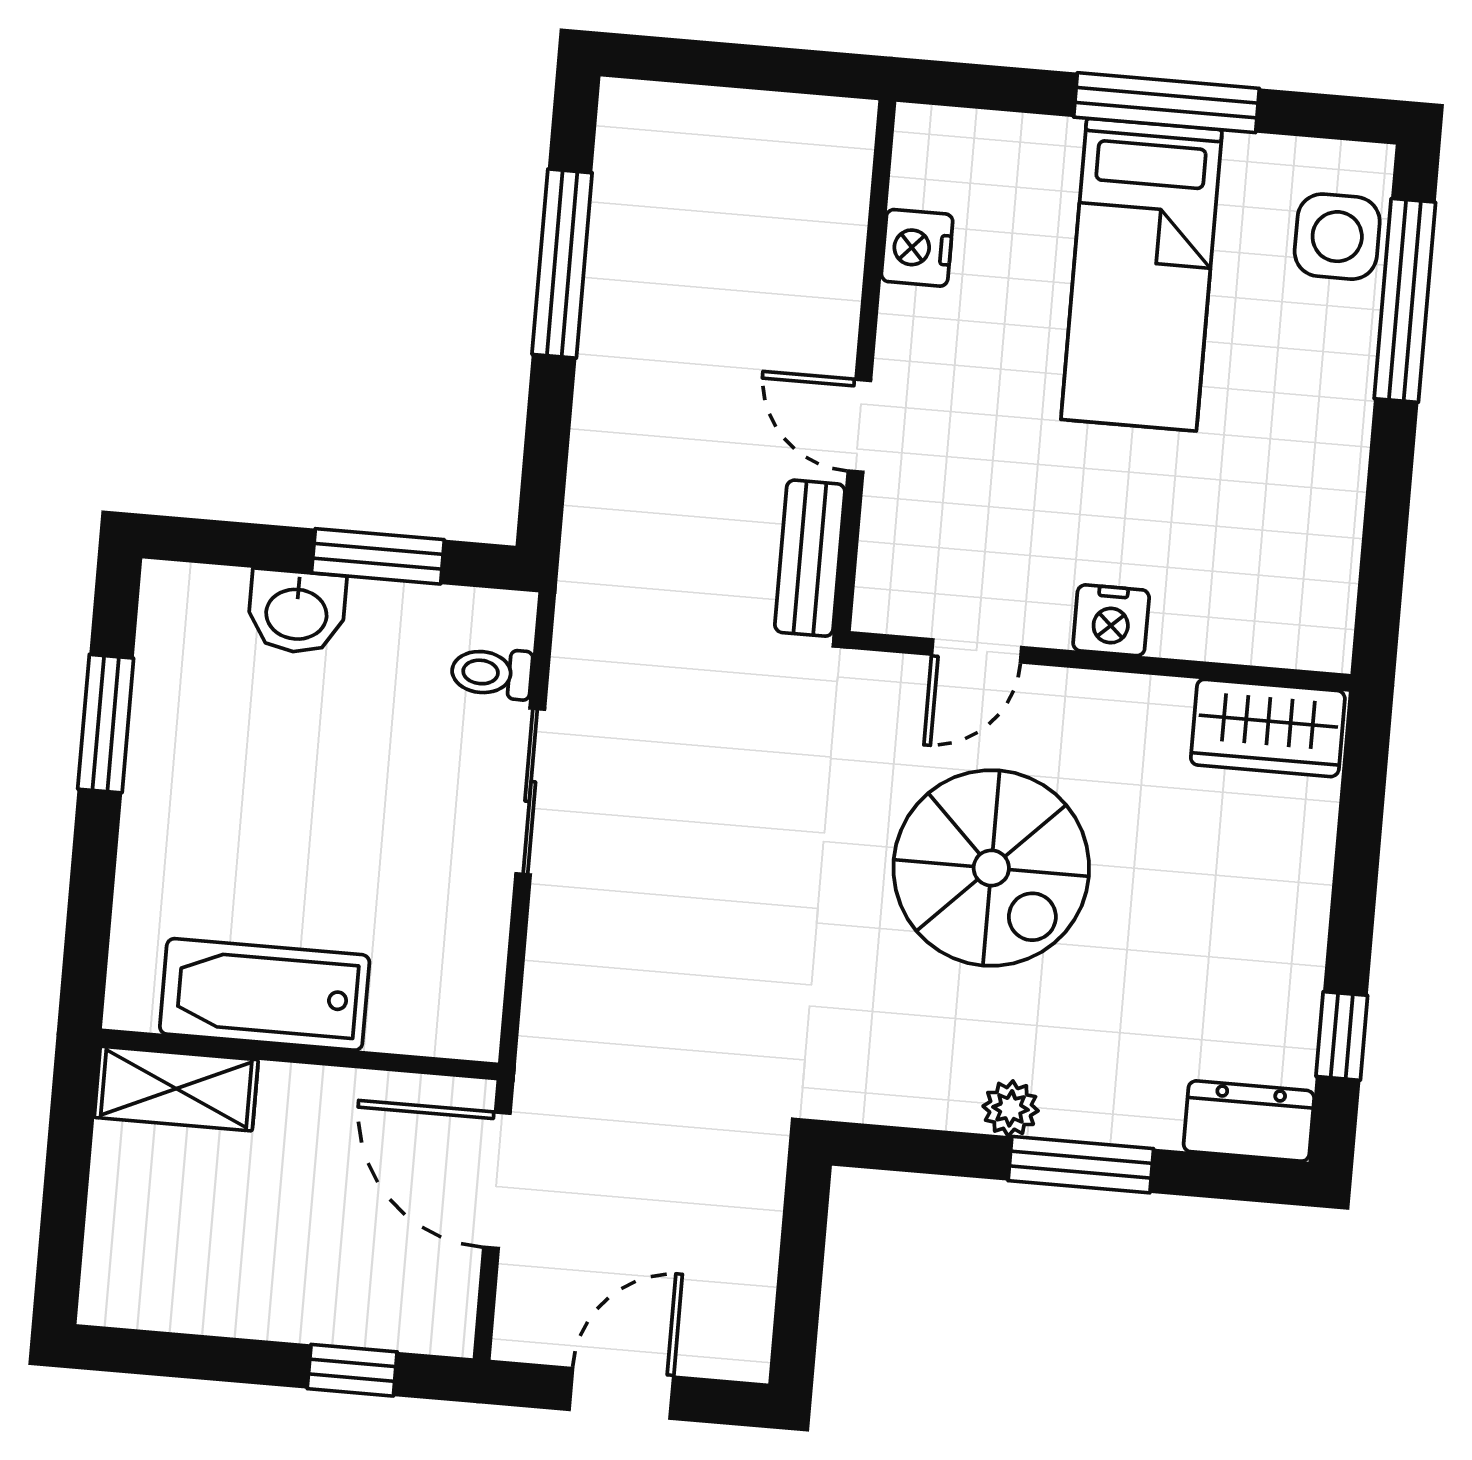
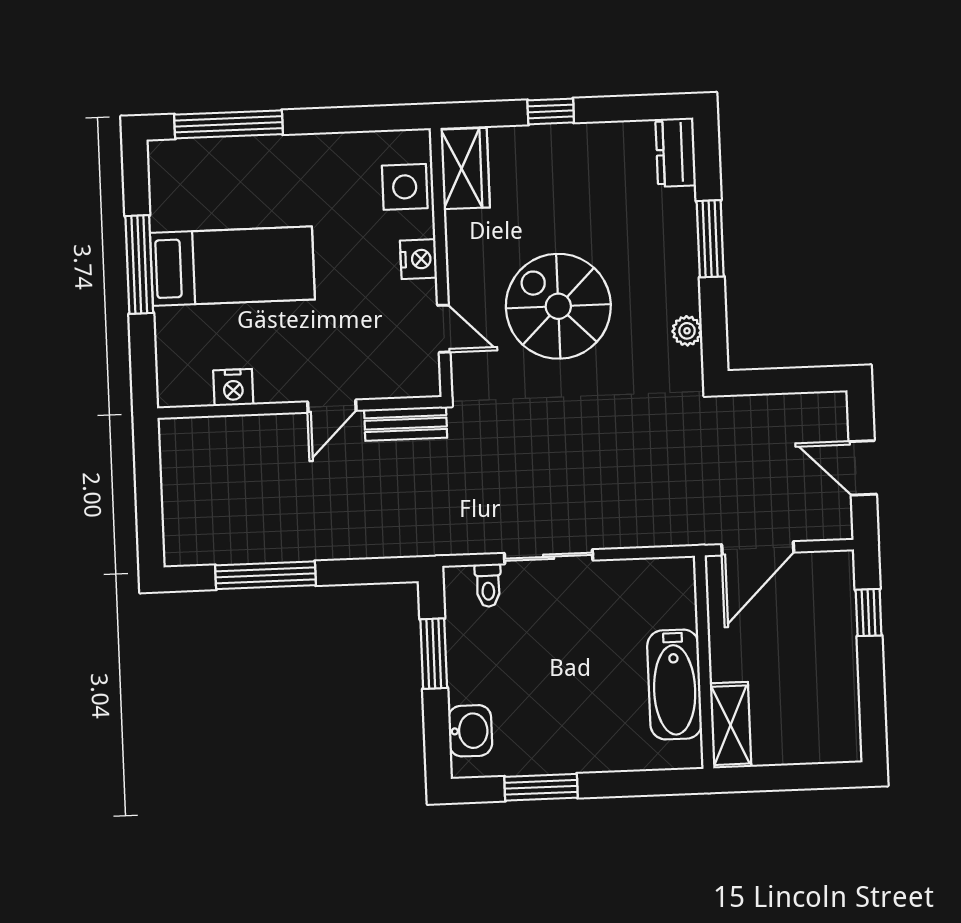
side table: (1337, 237) -> (405, 187), moved
washbasin: (297, 612) -> (470, 731), moved
spiral stairs: (991, 868) -> (558, 306), turned -90
window: (1342, 1036) -> (551, 111), moved
plant: (1011, 1108) -> (687, 331), moved

